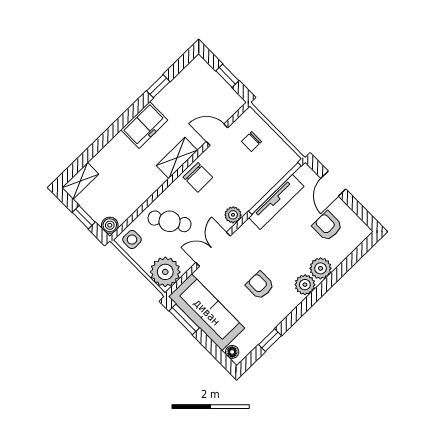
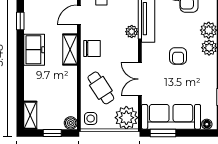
plant: (233, 215) -> (132, 32), moved
cafe table: (170, 221) -> (101, 88), turned 90
armchair: (260, 285) -> (178, 56), moved, turned -90

